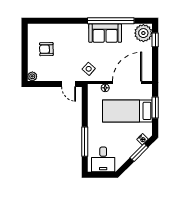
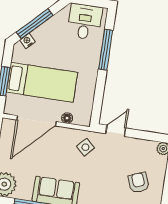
armchair: (46, 49) -> (139, 183), turned -110
door: (69, 84) -> (116, 131), hinge flipped
window: (139, 152) -> (35, 24), width x1.44

